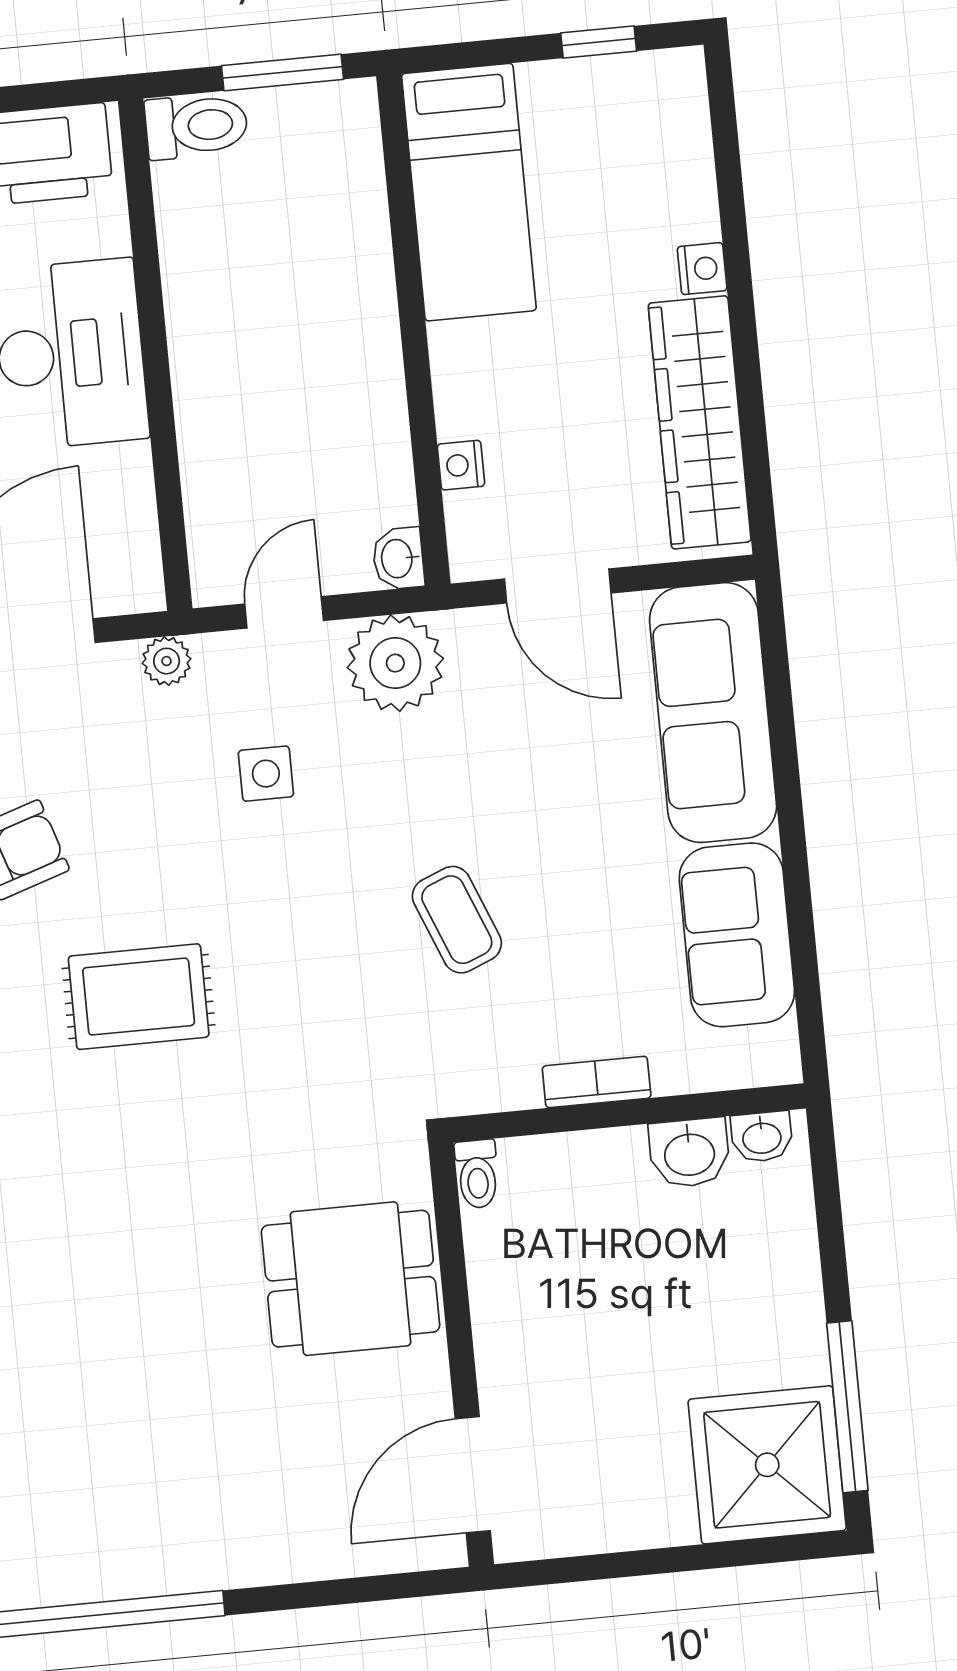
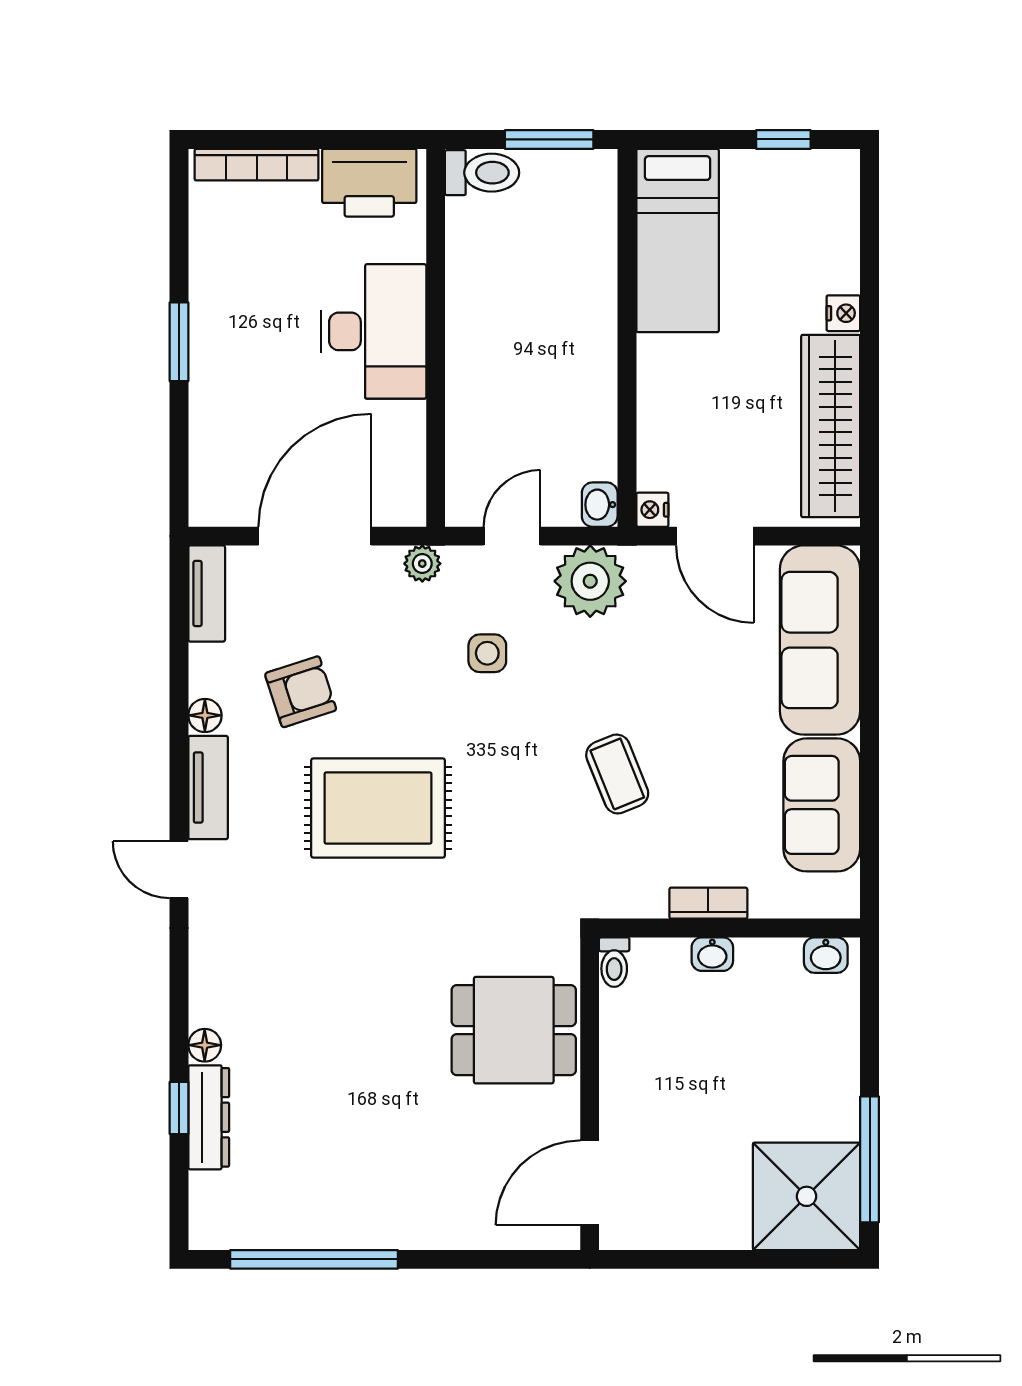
nightstand: (461, 465) -> (652, 510), moved
rug: (139, 997) -> (378, 808), width x1.36, depth x1.43
washbasin: (689, 1153) -> (712, 954), moved, width x0.72, depth x0.69

